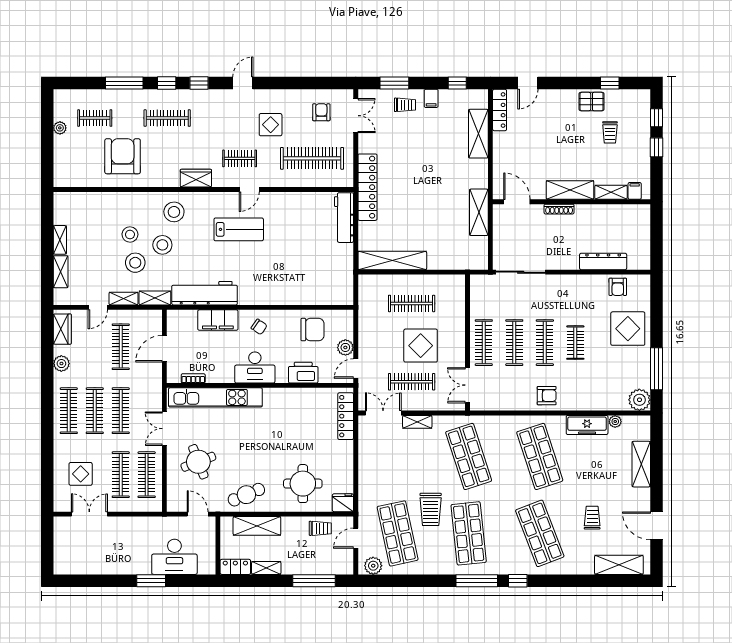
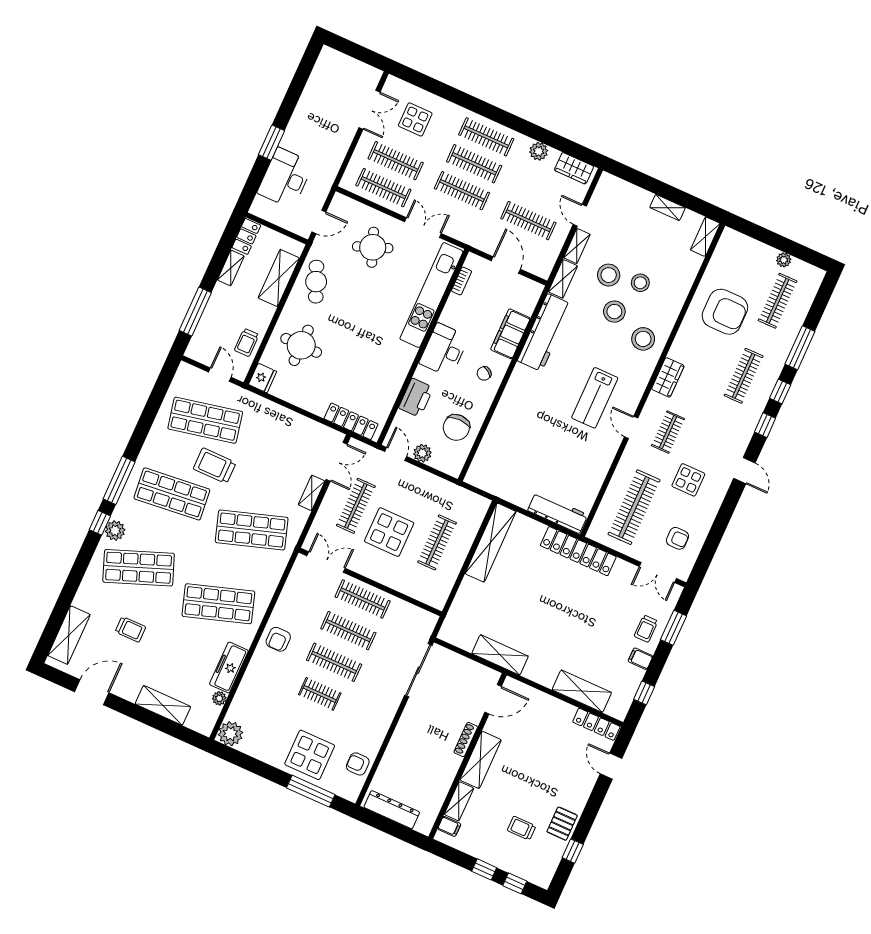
clothes rail: (95, 118) -> (778, 301), width x1.36
dresser: (603, 262) -> (392, 810), moved, turned -90
shelving: (61, 272) -> (705, 237), moved, turned 90
window: (657, 369) -> (311, 791), moved
plant: (373, 566) -> (115, 531), moved

